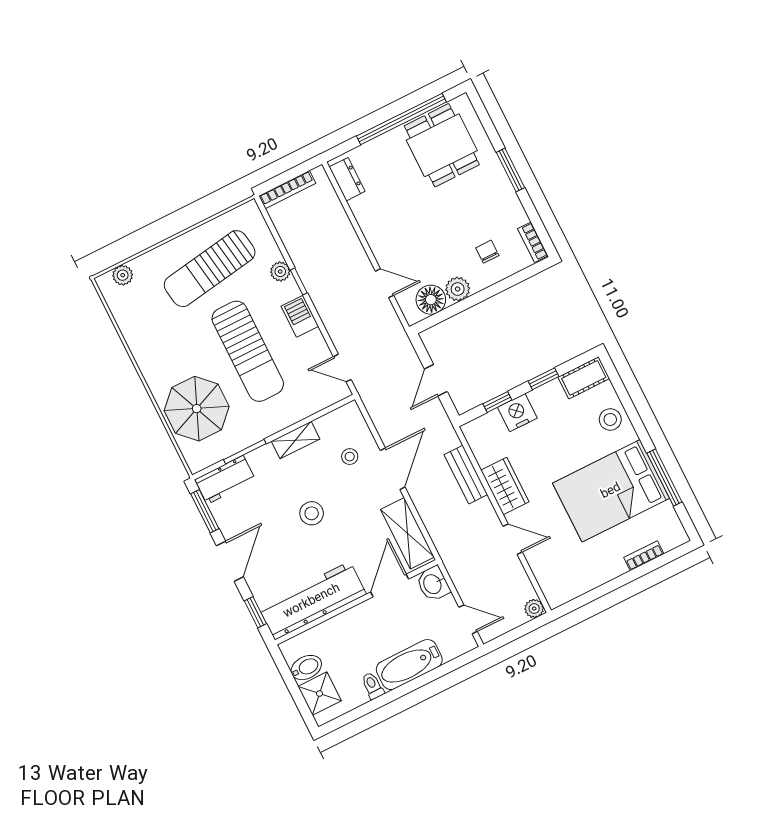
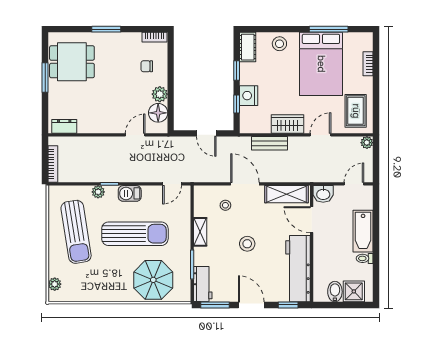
window: (401, 119) -> (45, 78), width x0.47
rug: (570, 571) -> (356, 111), added

